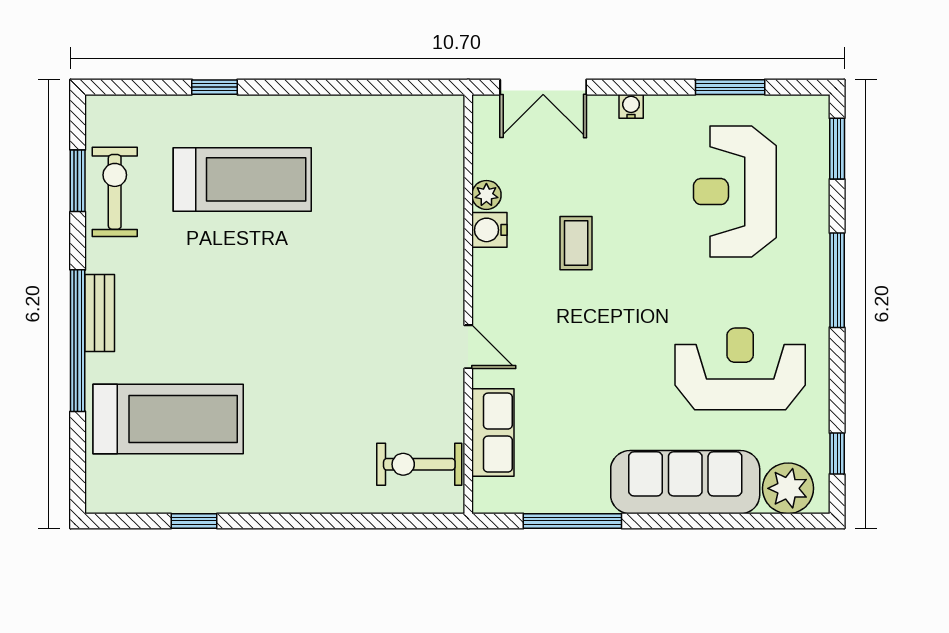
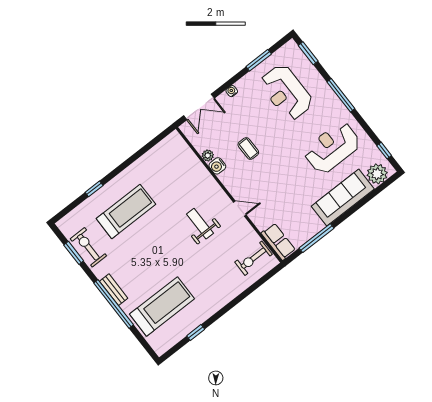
weight bench: (368, 316) -> (200, 224), added
row of seats: (493, 433) -> (278, 242), moved

